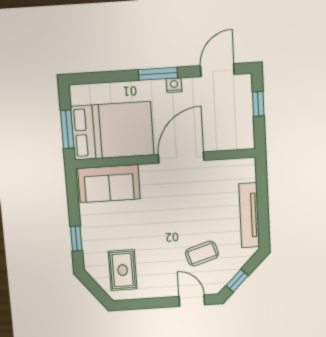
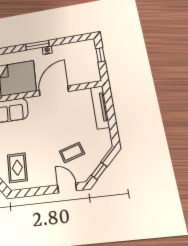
door: (217, 70) -> (73, 39), removed
tv unit: (249, 215) -> (100, 107), moved

